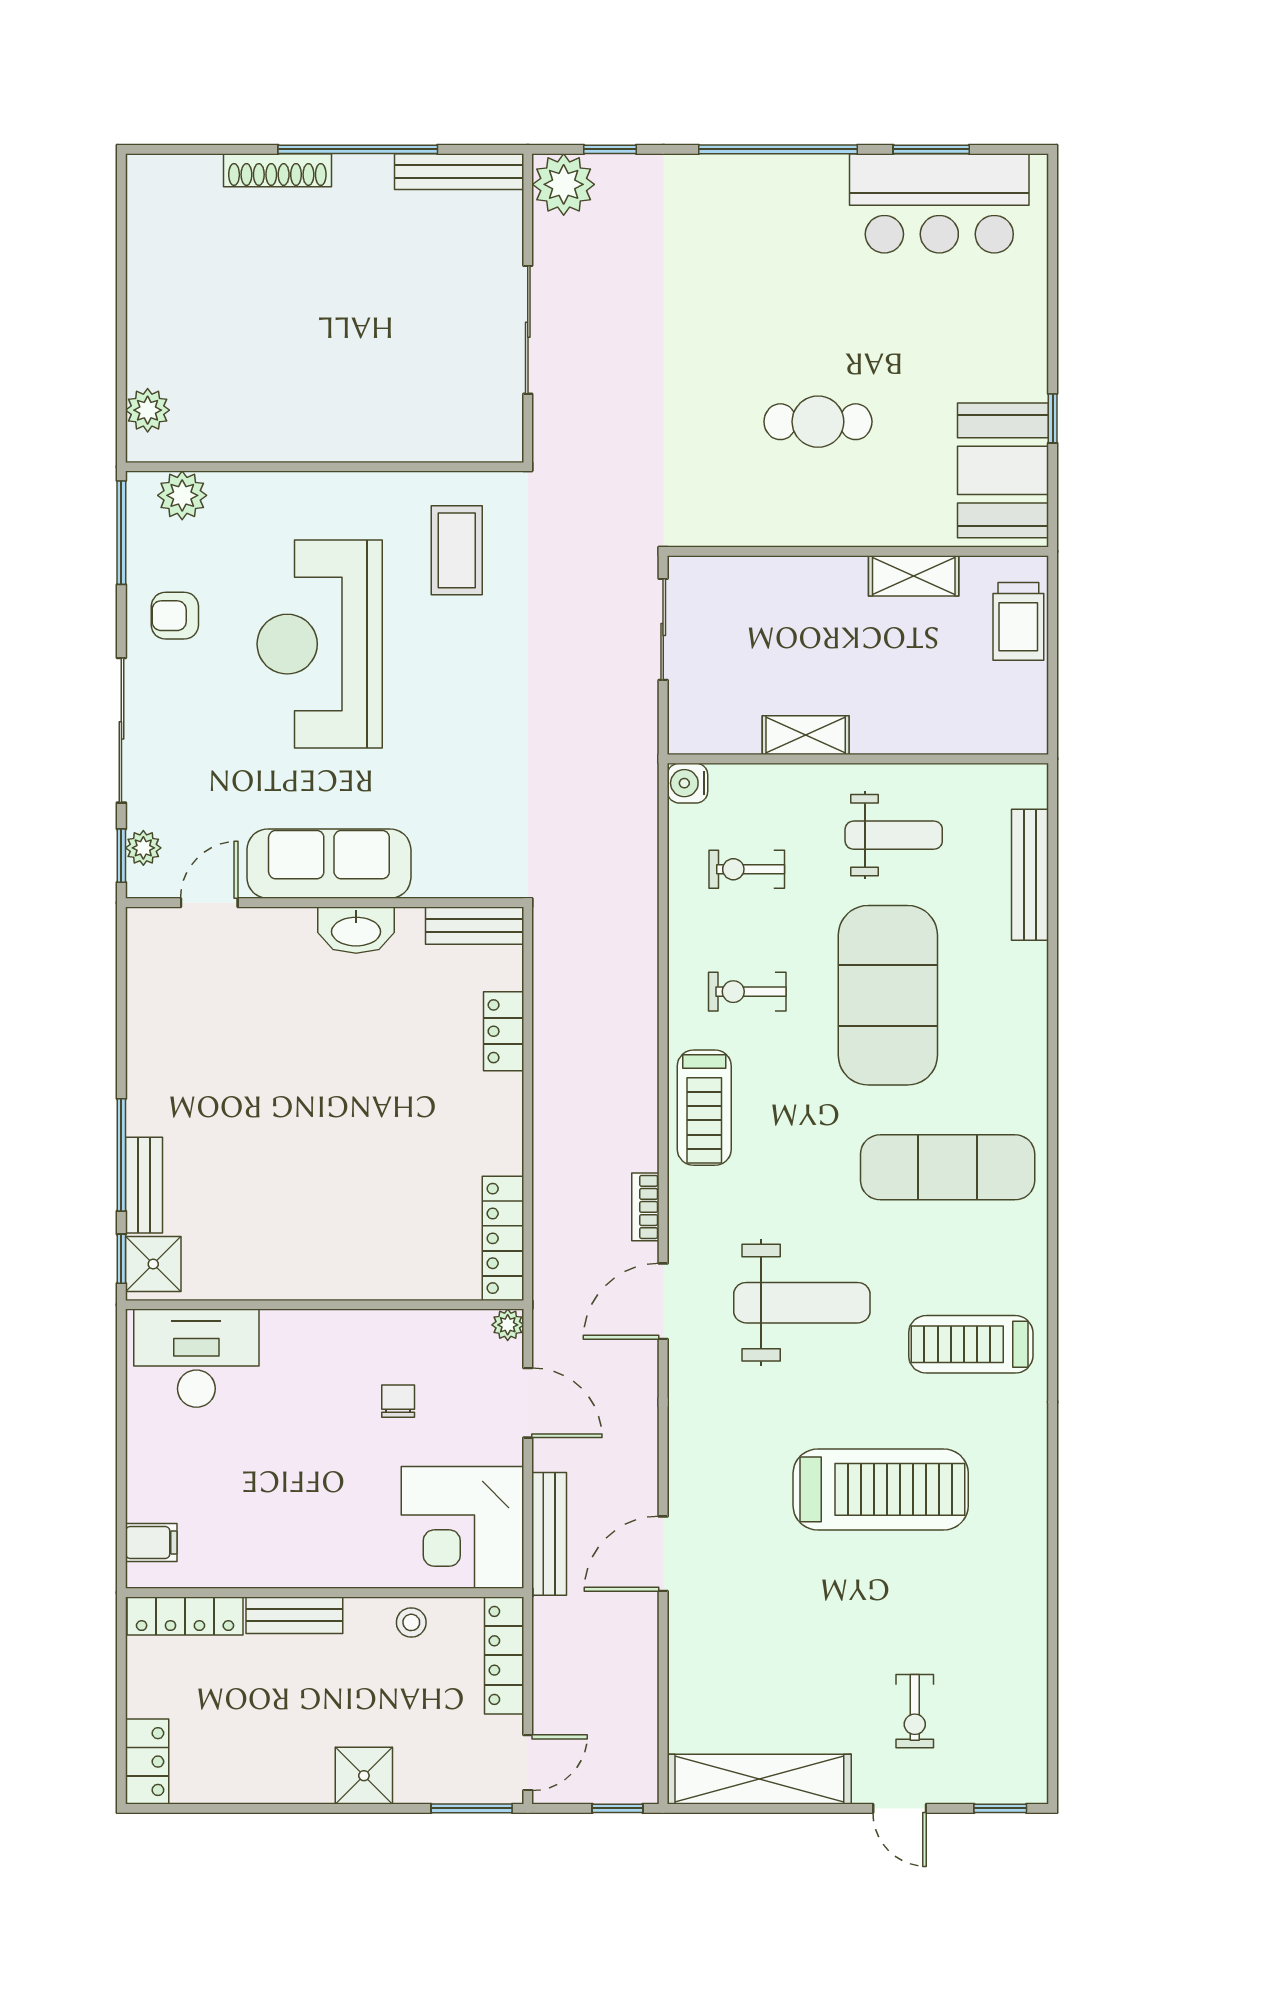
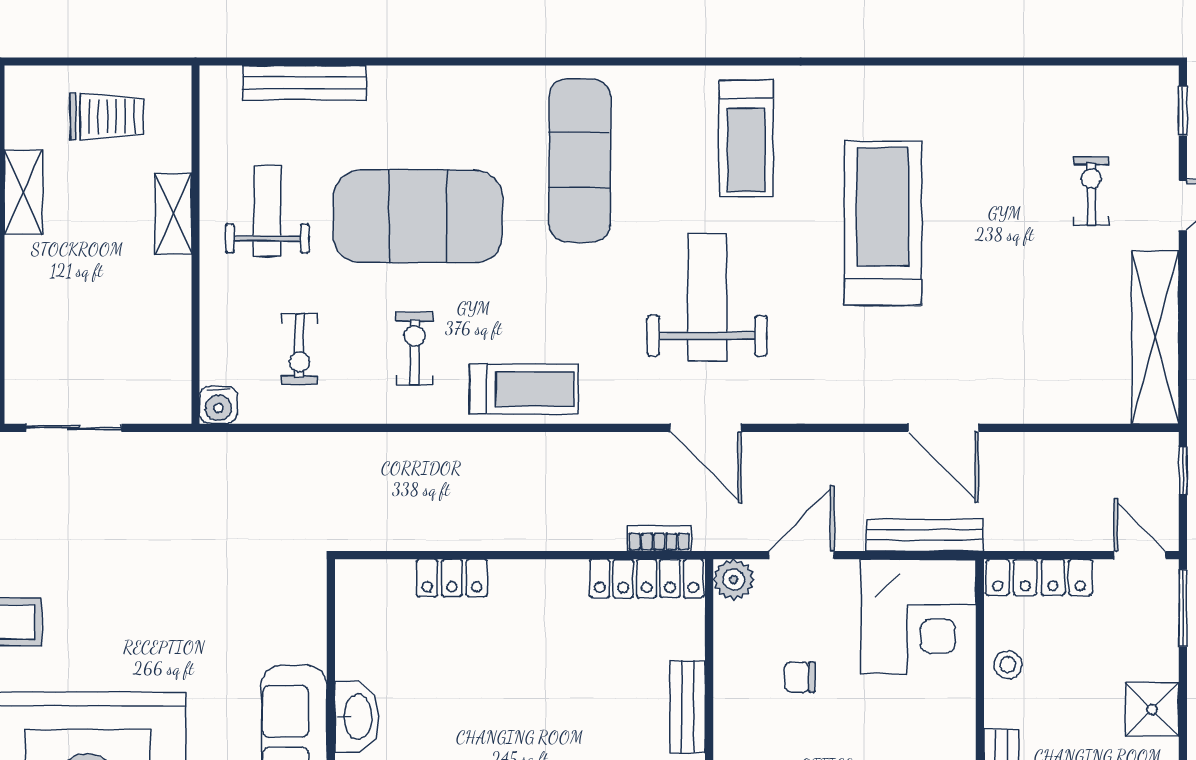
trolley: (1018, 621) -> (107, 116), moved
shelving: (806, 735) -> (173, 214), moved
bench: (475, 926) -> (688, 707), moved
exercise bike: (747, 992) -> (415, 349), turned 180
bookcase: (645, 1207) -> (659, 538), moved, turned 180
plant: (508, 1325) -> (733, 580), width x1.38, depth x1.38
exercise bike: (915, 1711) -> (1091, 191), turned -90

